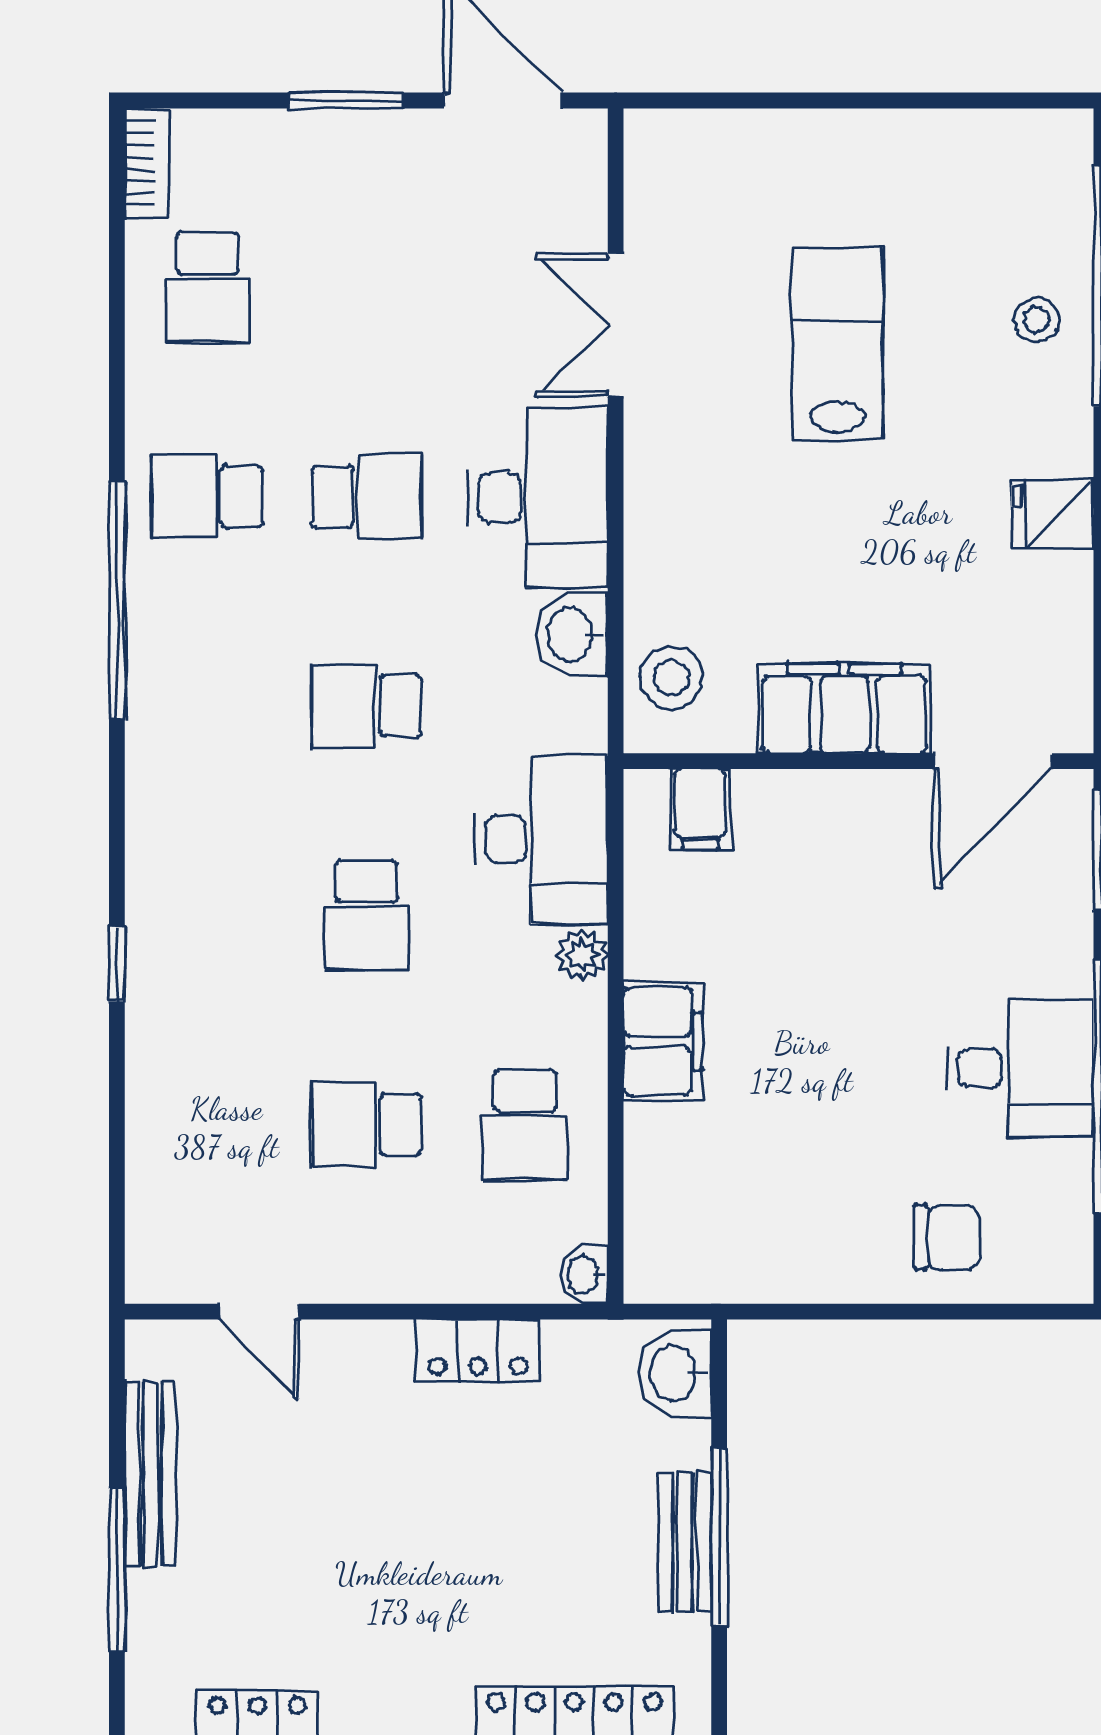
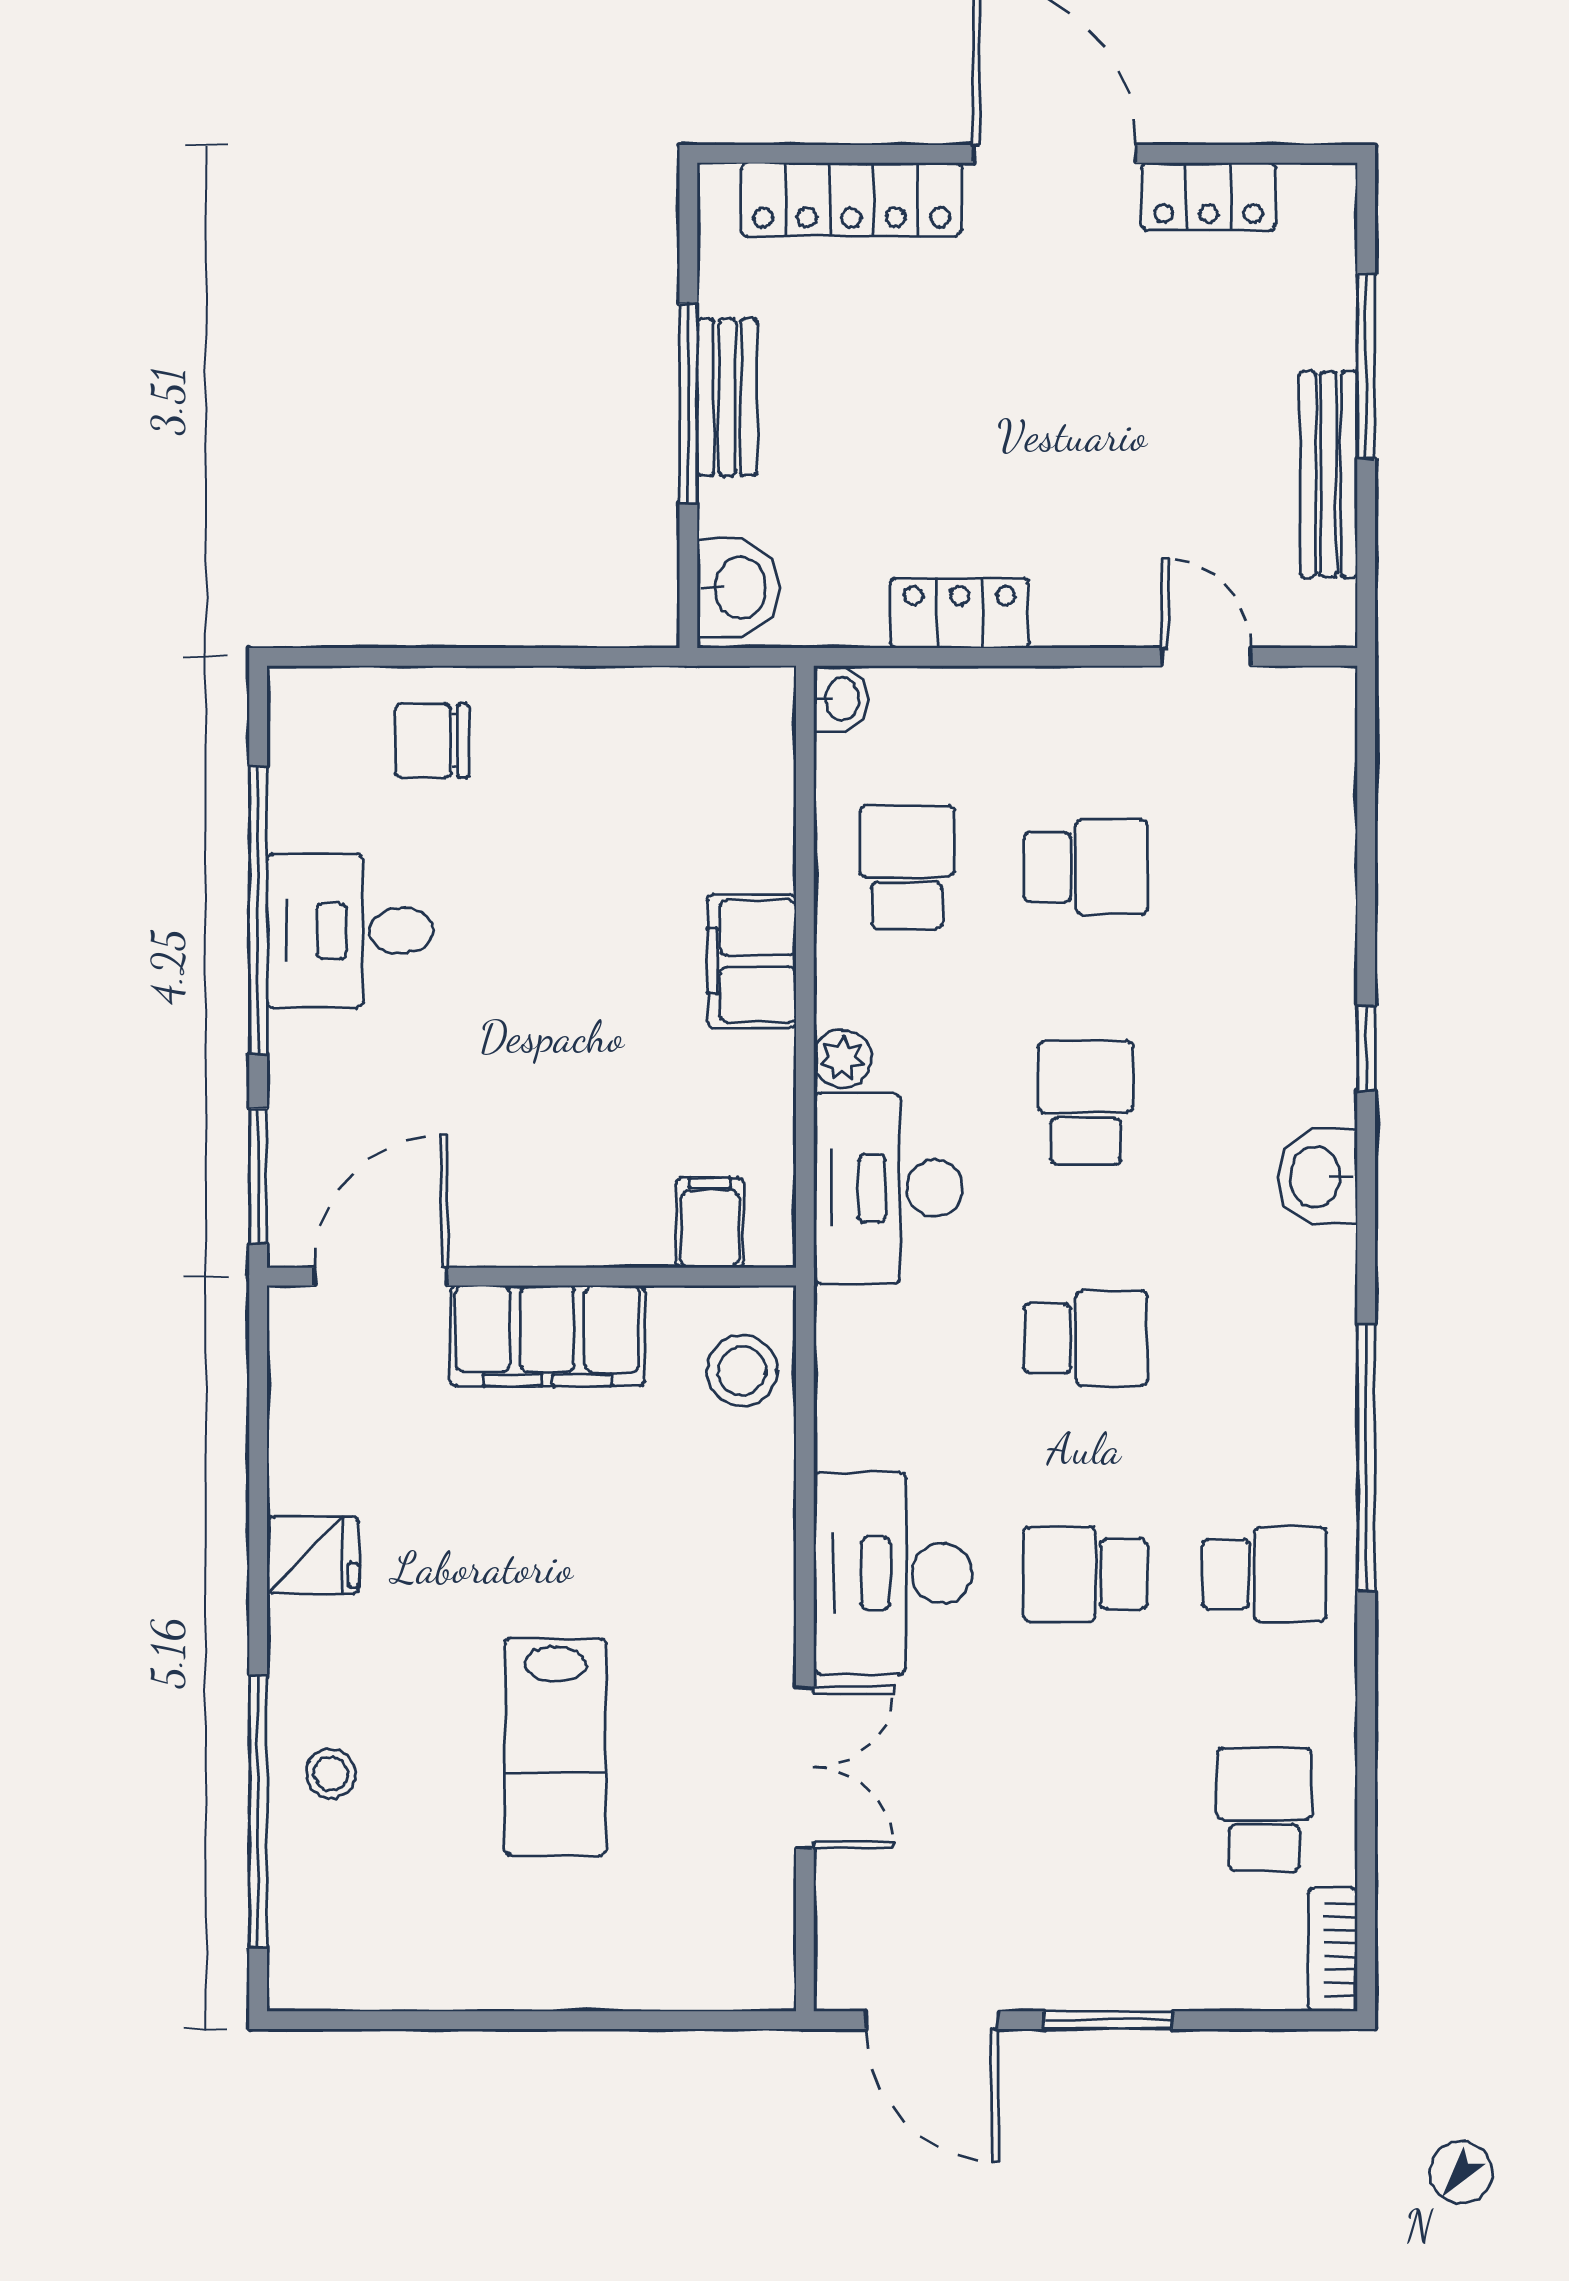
washbasin: (572, 635) -> (1317, 1177), moved, turned 180

